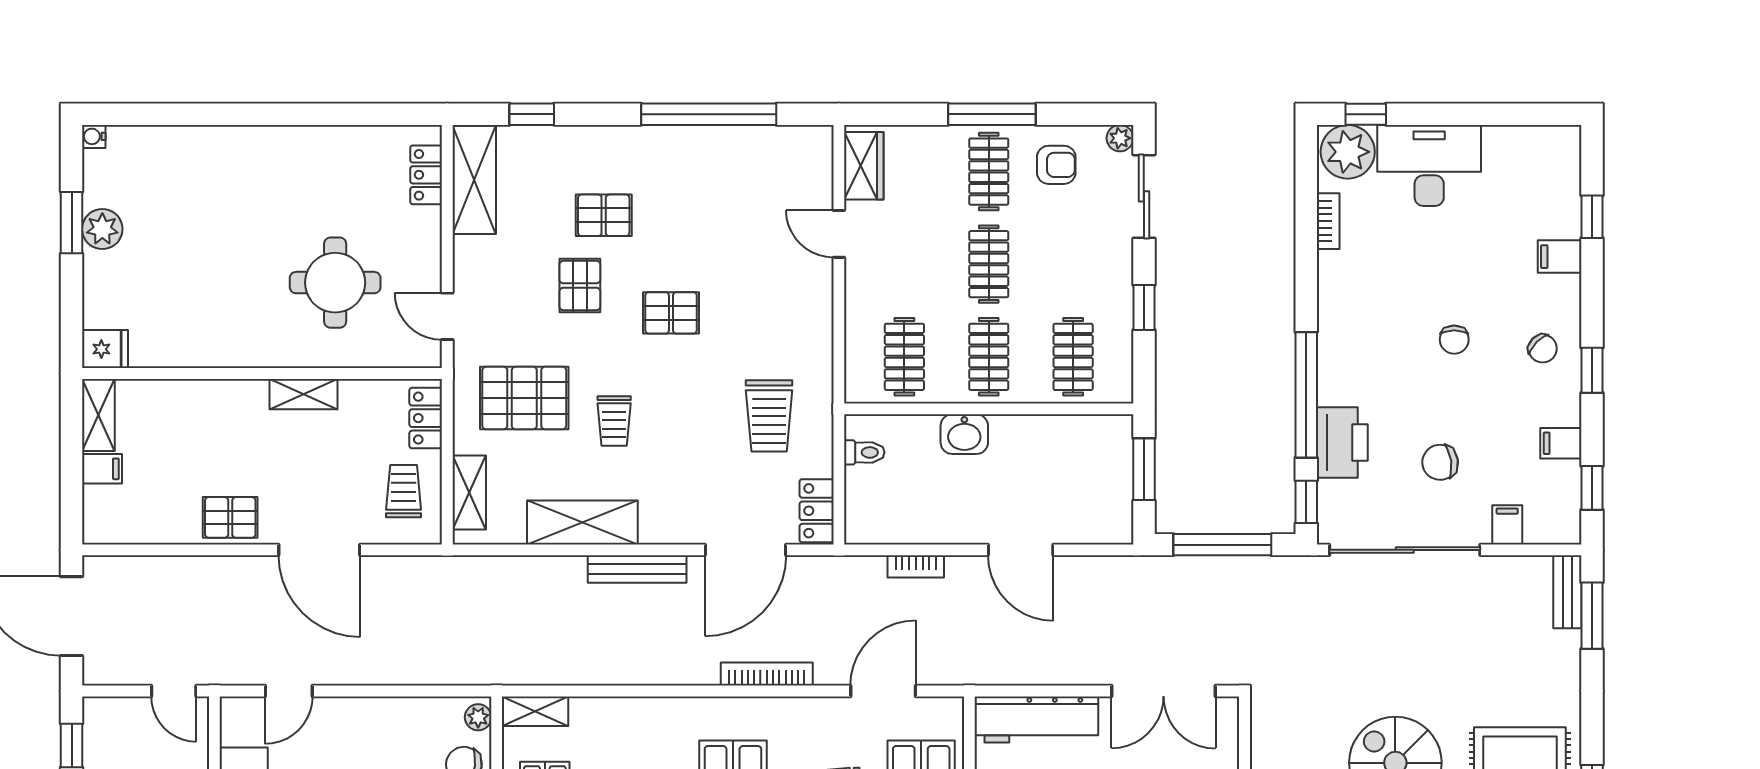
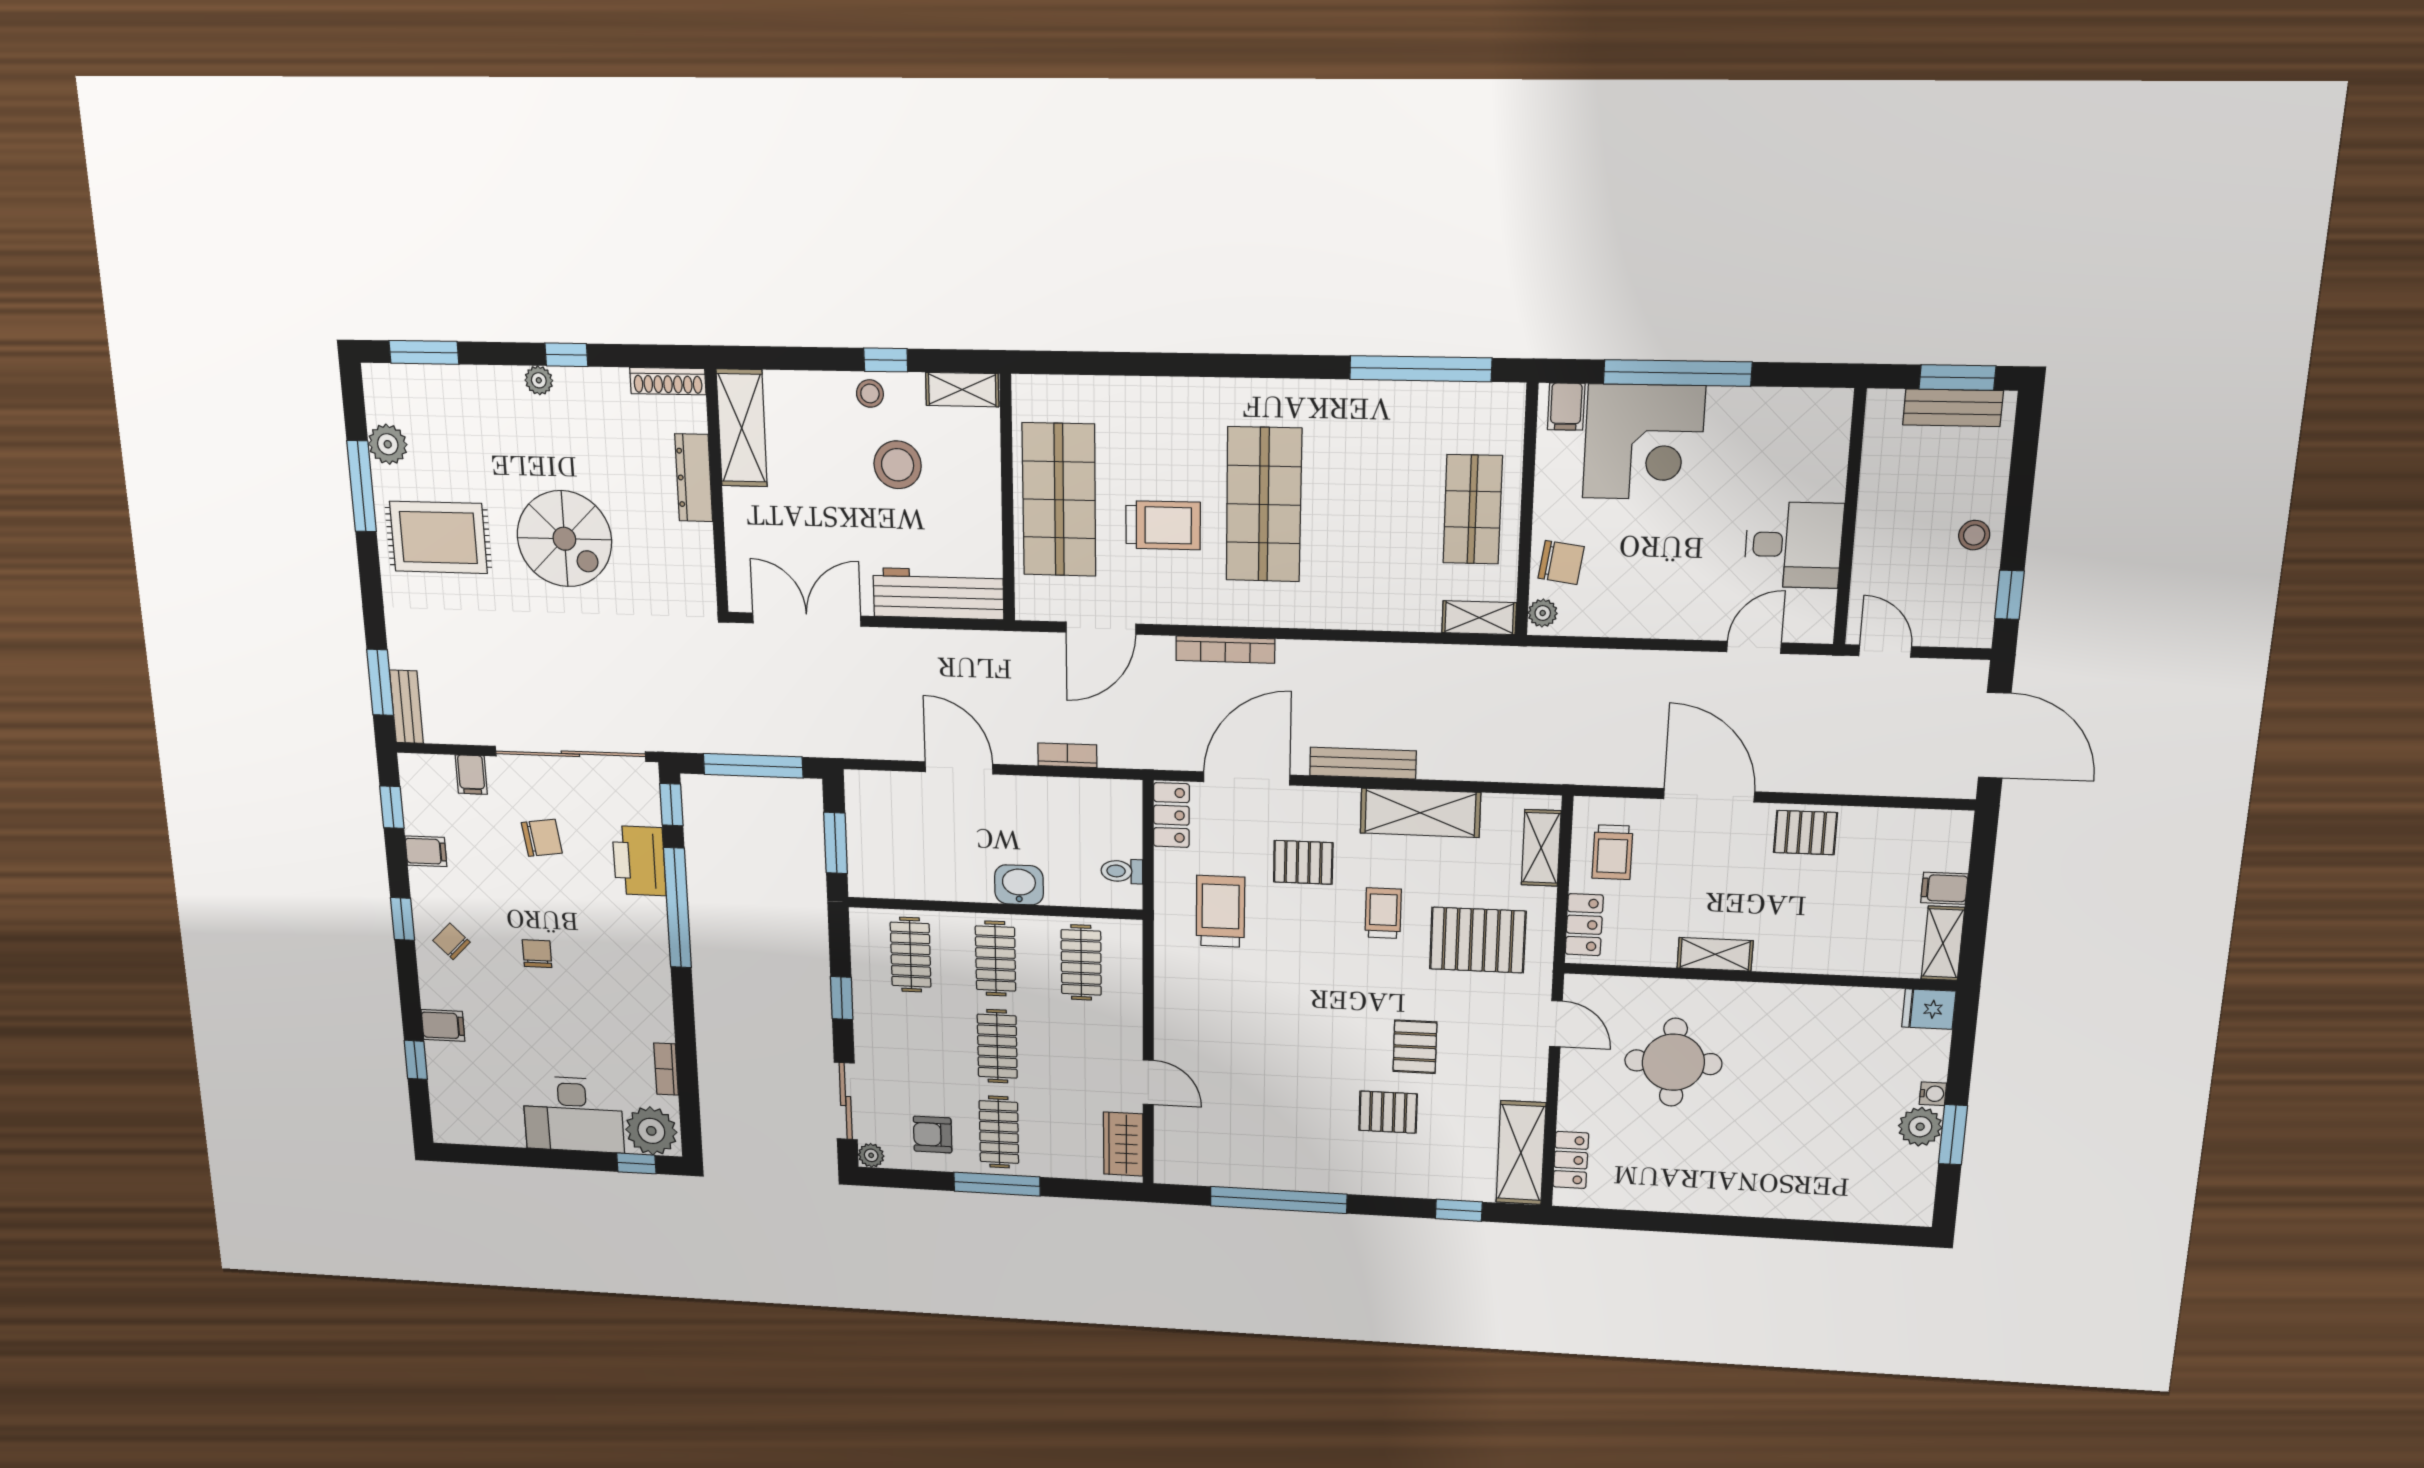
water cooler: (94, 136) -> (1933, 1094), moved
pallet: (671, 313) -> (1303, 862), moved

